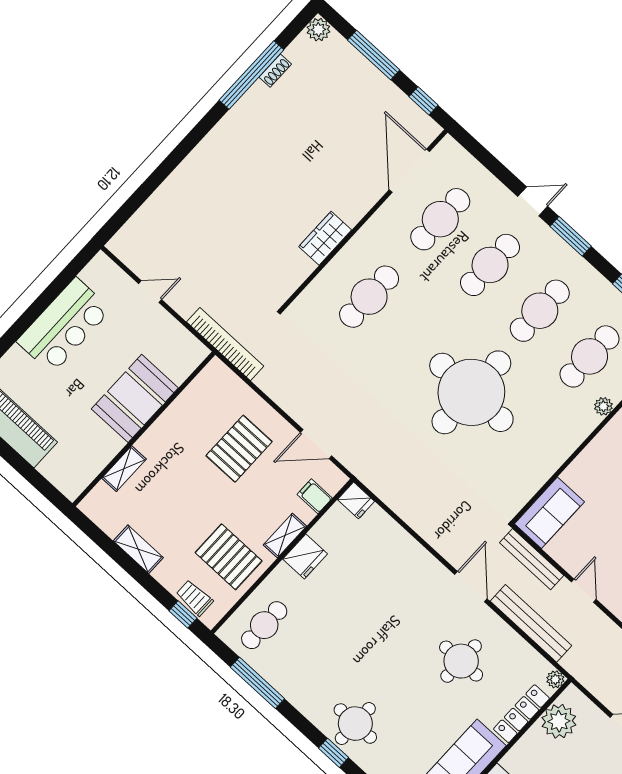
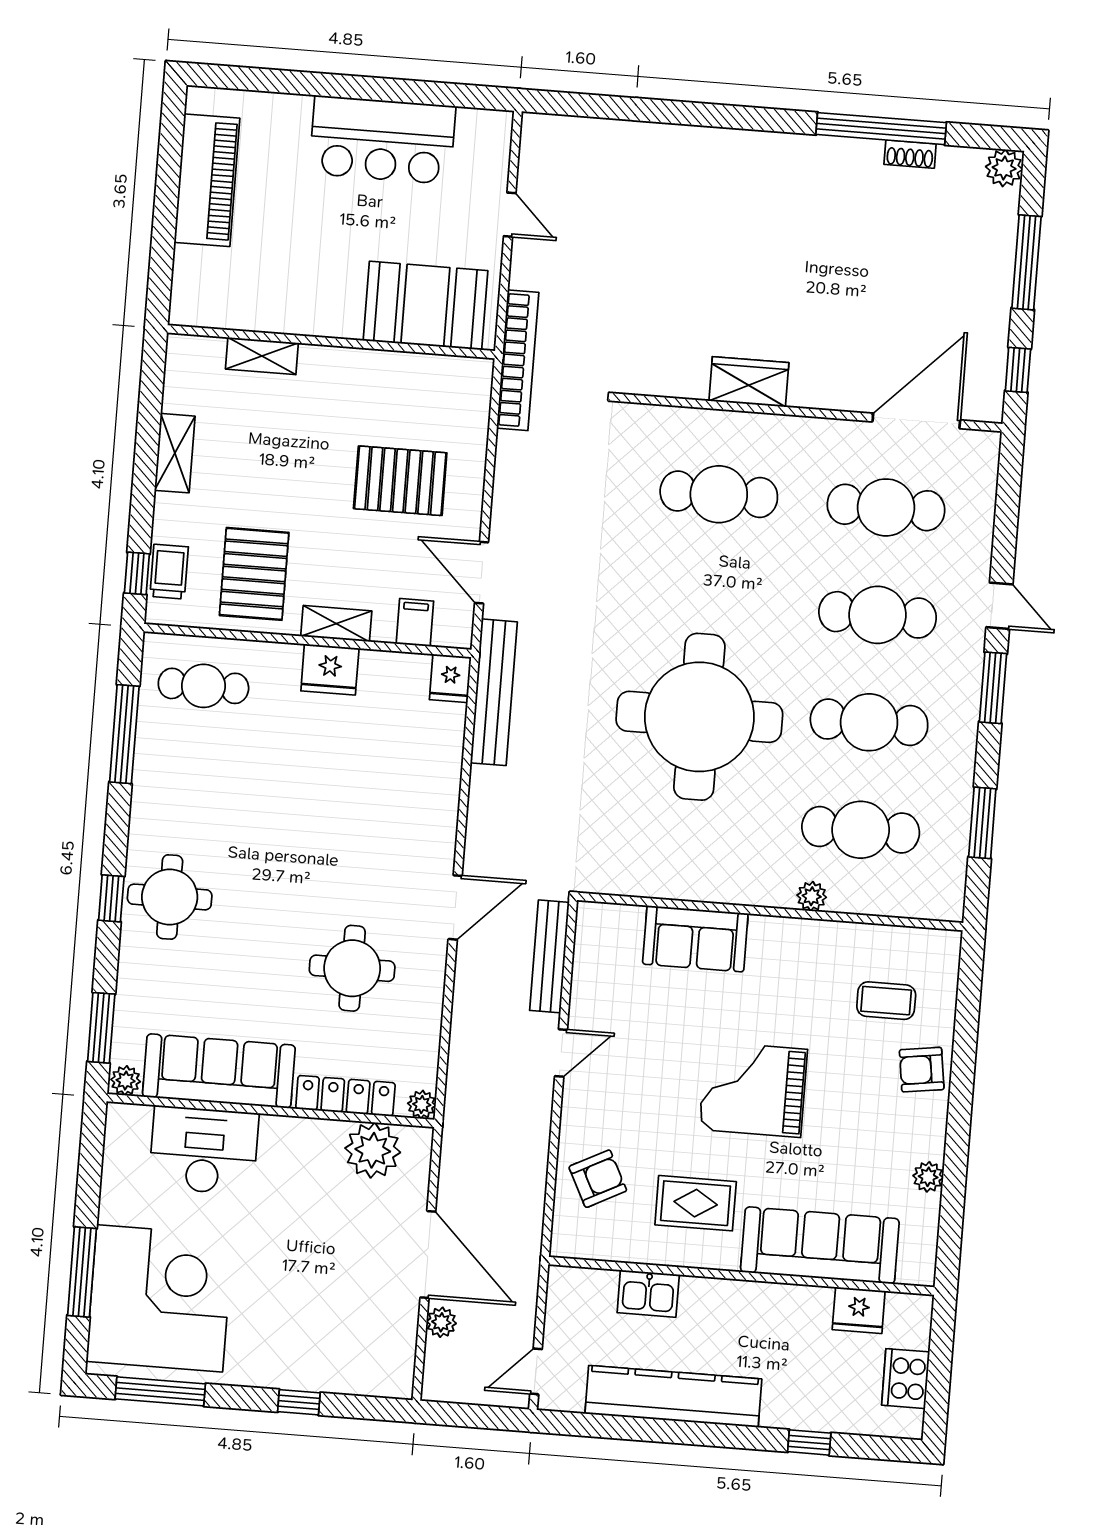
booth: (135, 398) -> (425, 306), moved
sofa: (549, 513) -> (695, 939), moved
bench: (531, 623) -> (494, 692), moved

